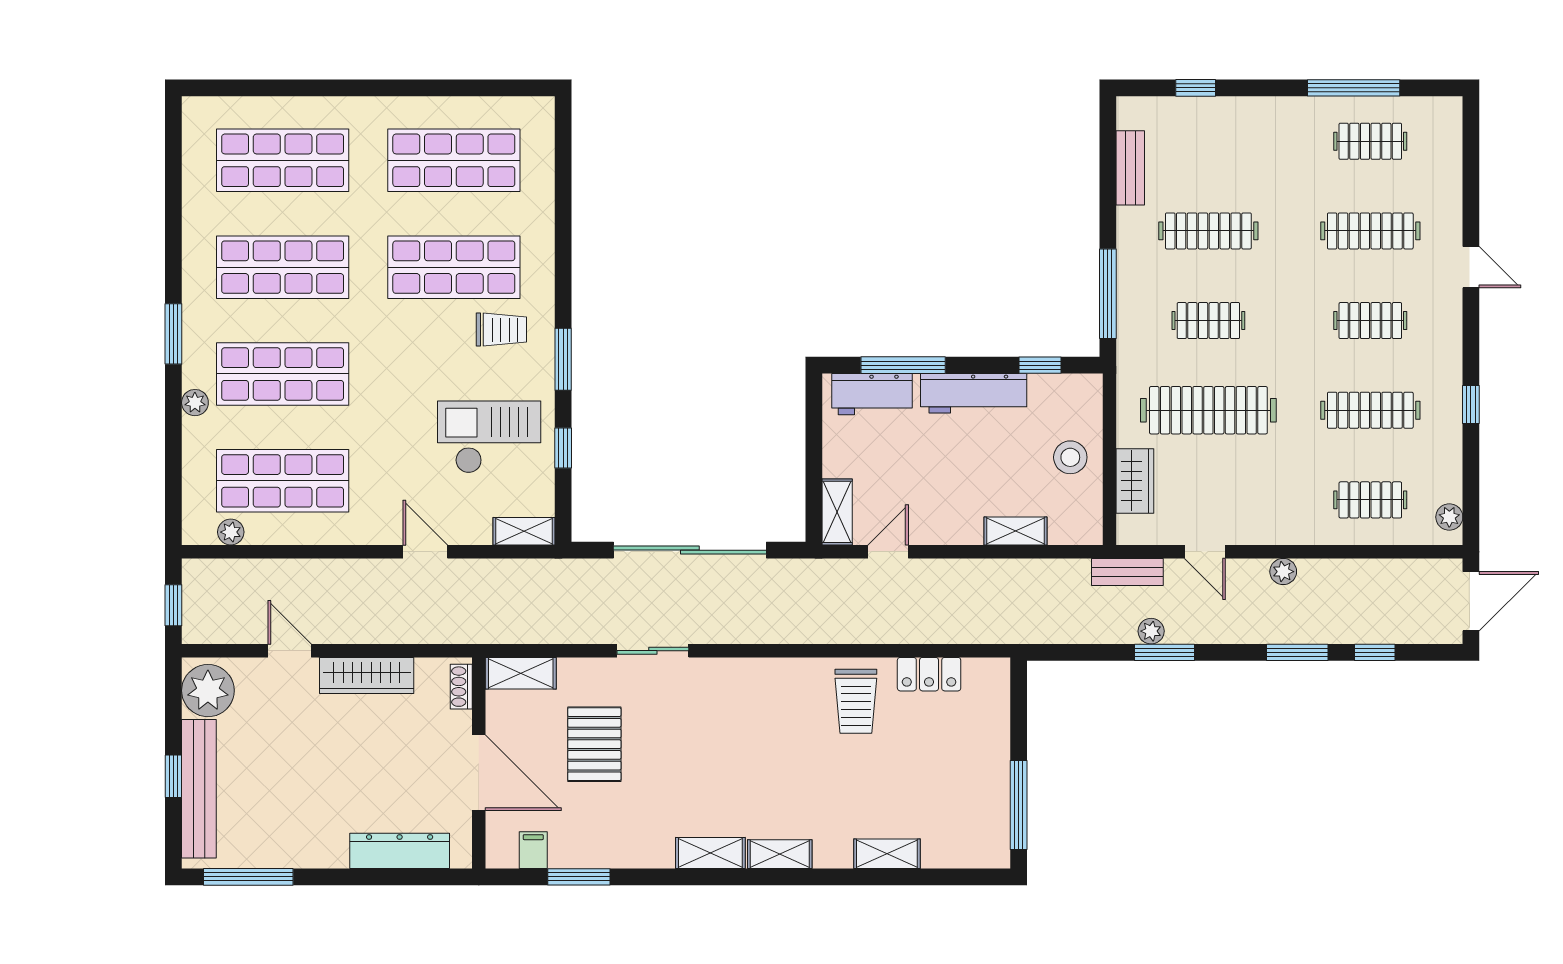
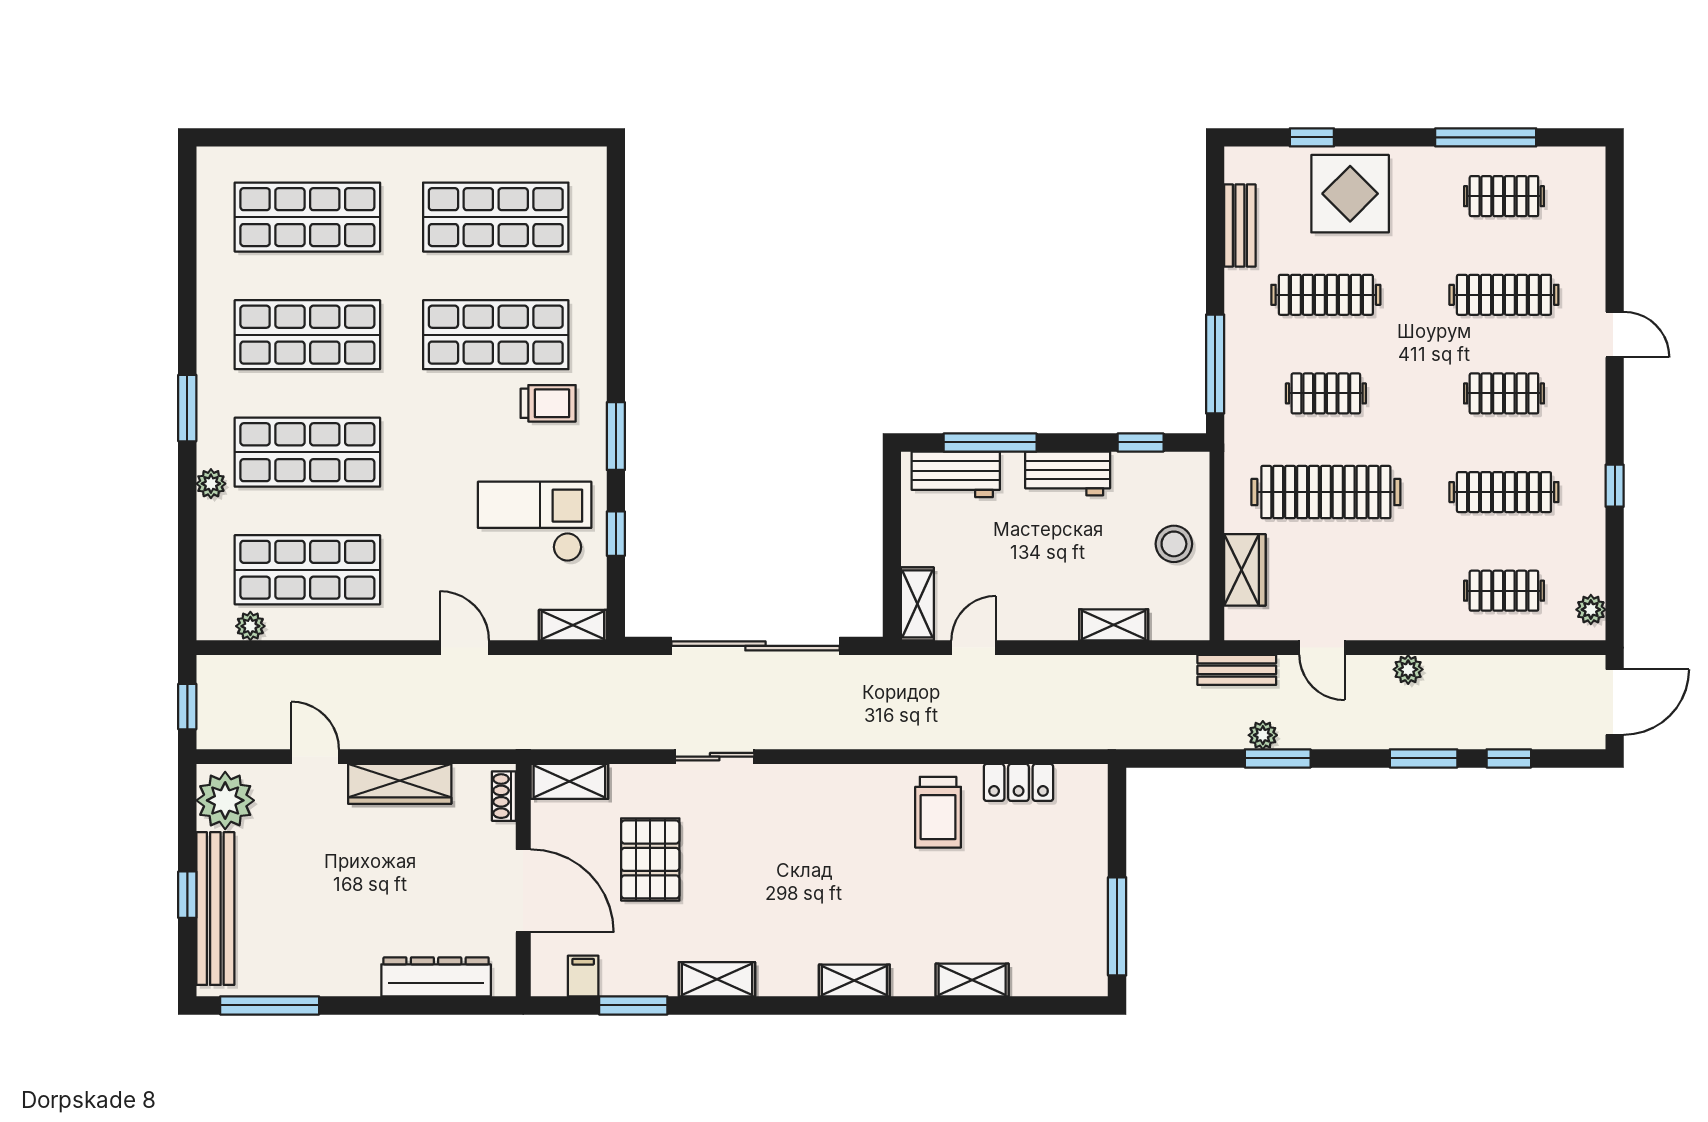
display table: (1230, 139) -> (1350, 194), added
workbench: (974, 393) -> (1068, 473), width x0.73
shelving: (710, 853) -> (717, 979), moved

